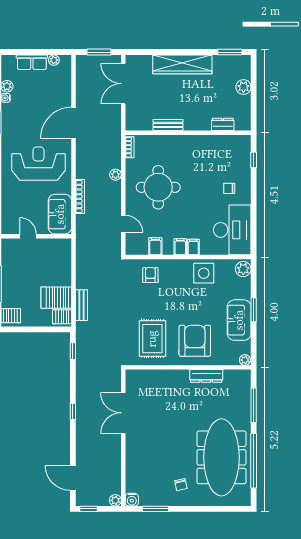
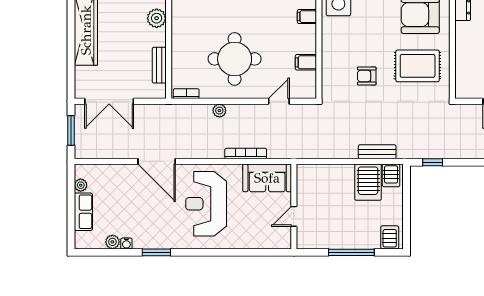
plant: (192, 123) -> (157, 18), added
bench: (168, 125) -> (159, 65), moved
filing cabinet: (180, 247) -> (307, 32), removed
armchair: (150, 275) -> (367, 76), moved

